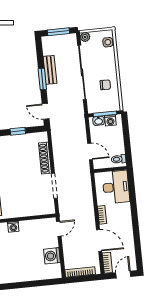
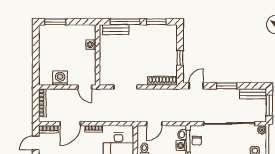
bench: (50, 70) -> (253, 94), moved
chair: (105, 85) -> (197, 141), moved
shoe rack: (45, 158) -> (162, 81), moved
door: (123, 275) -> (36, 143), swing flipped

